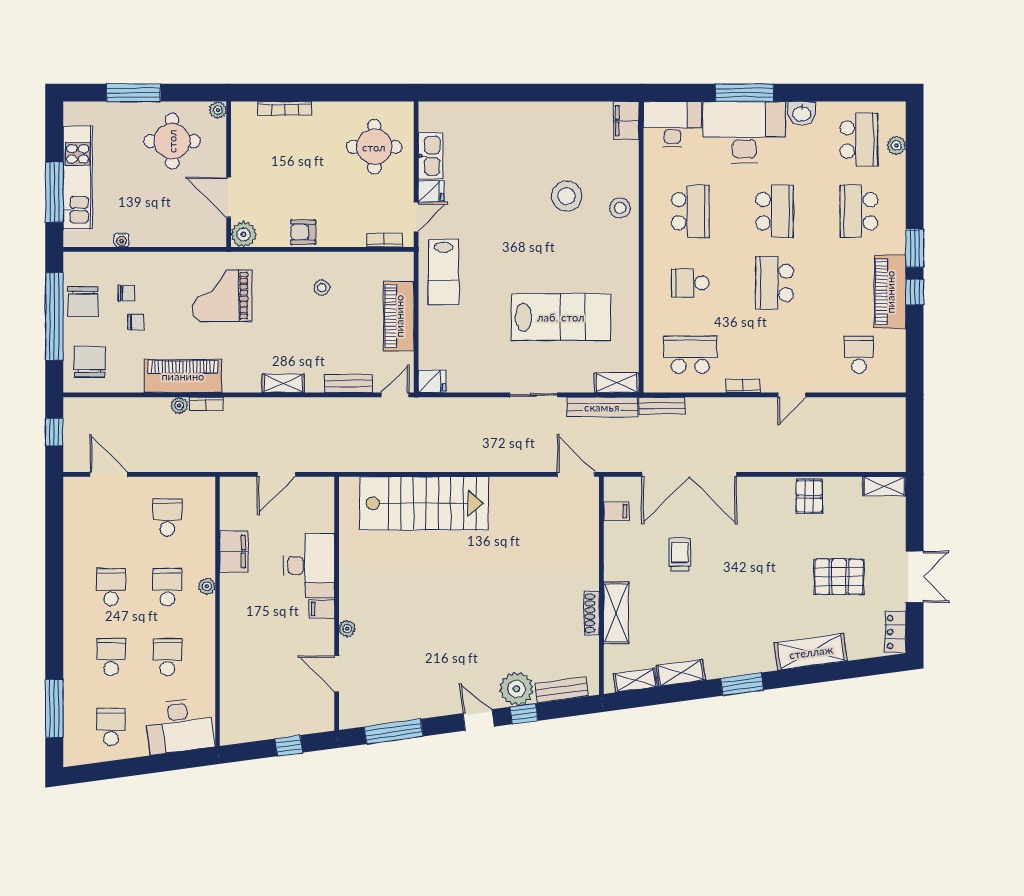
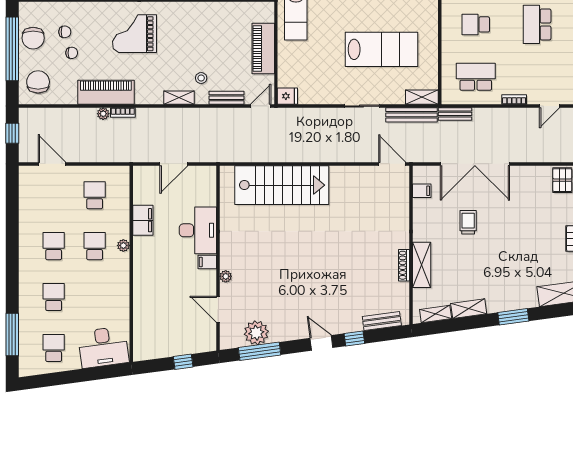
stool: (322, 288) -> (201, 78), moved
school desk: (167, 657) -> (95, 297), removed
plant: (516, 689) -> (256, 333), moved

